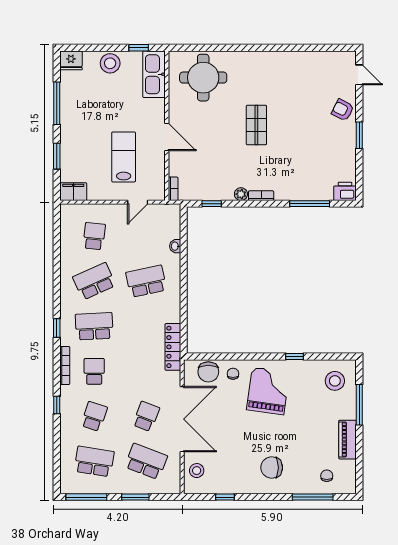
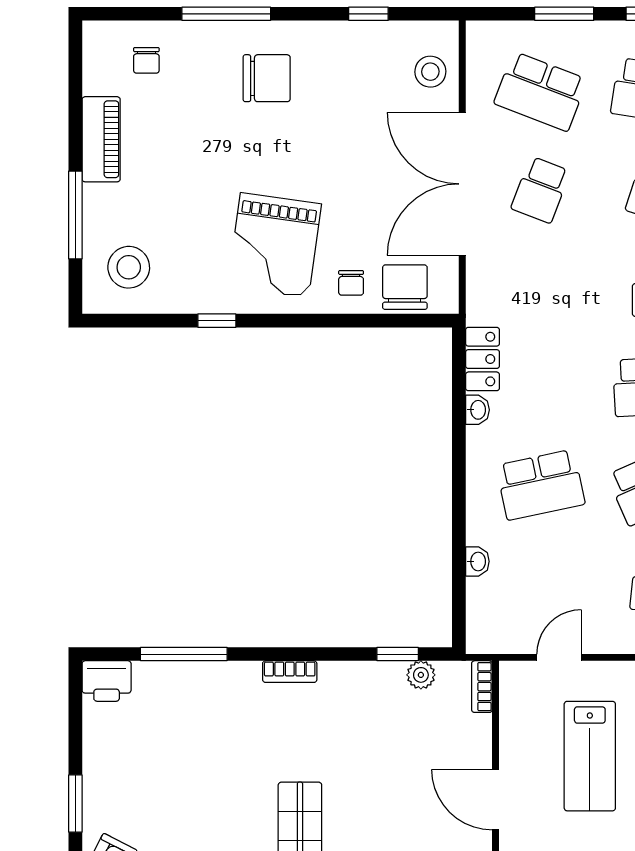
plant: (241, 194) -> (421, 675), moved
washbasin: (175, 316) -> (477, 410), added
locker: (173, 347) -> (482, 359), width x0.66
window: (313, 497) -> (226, 14), moved

